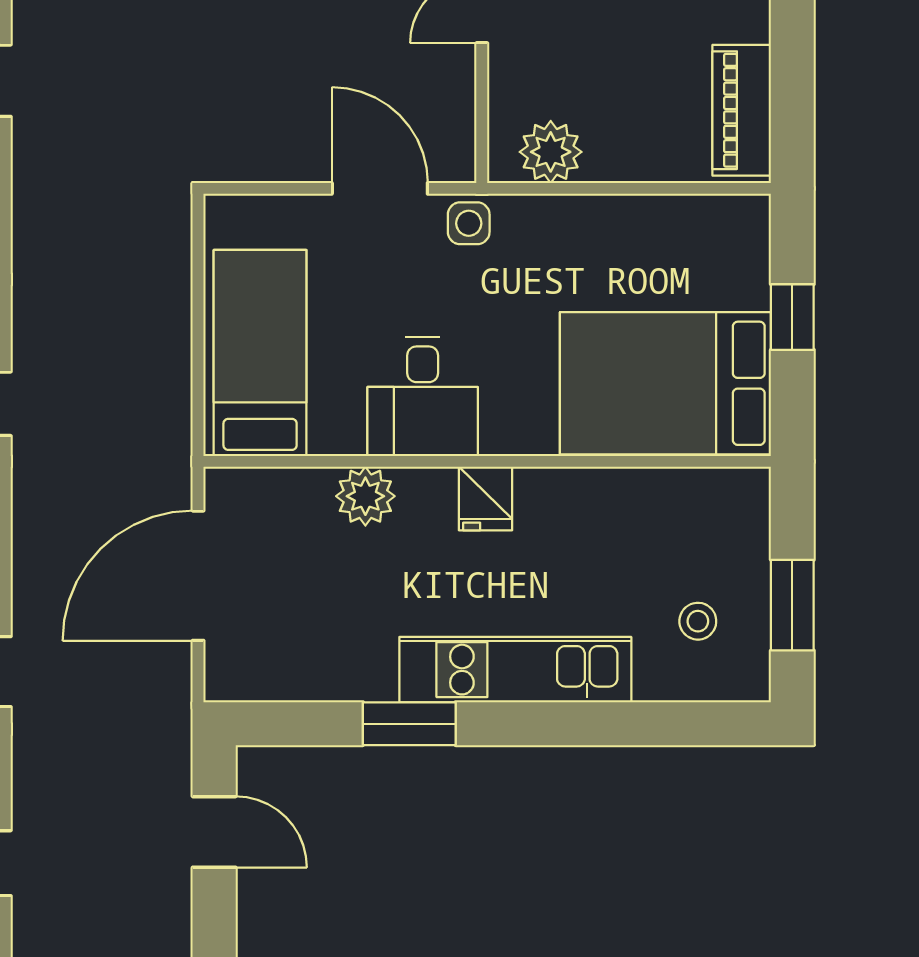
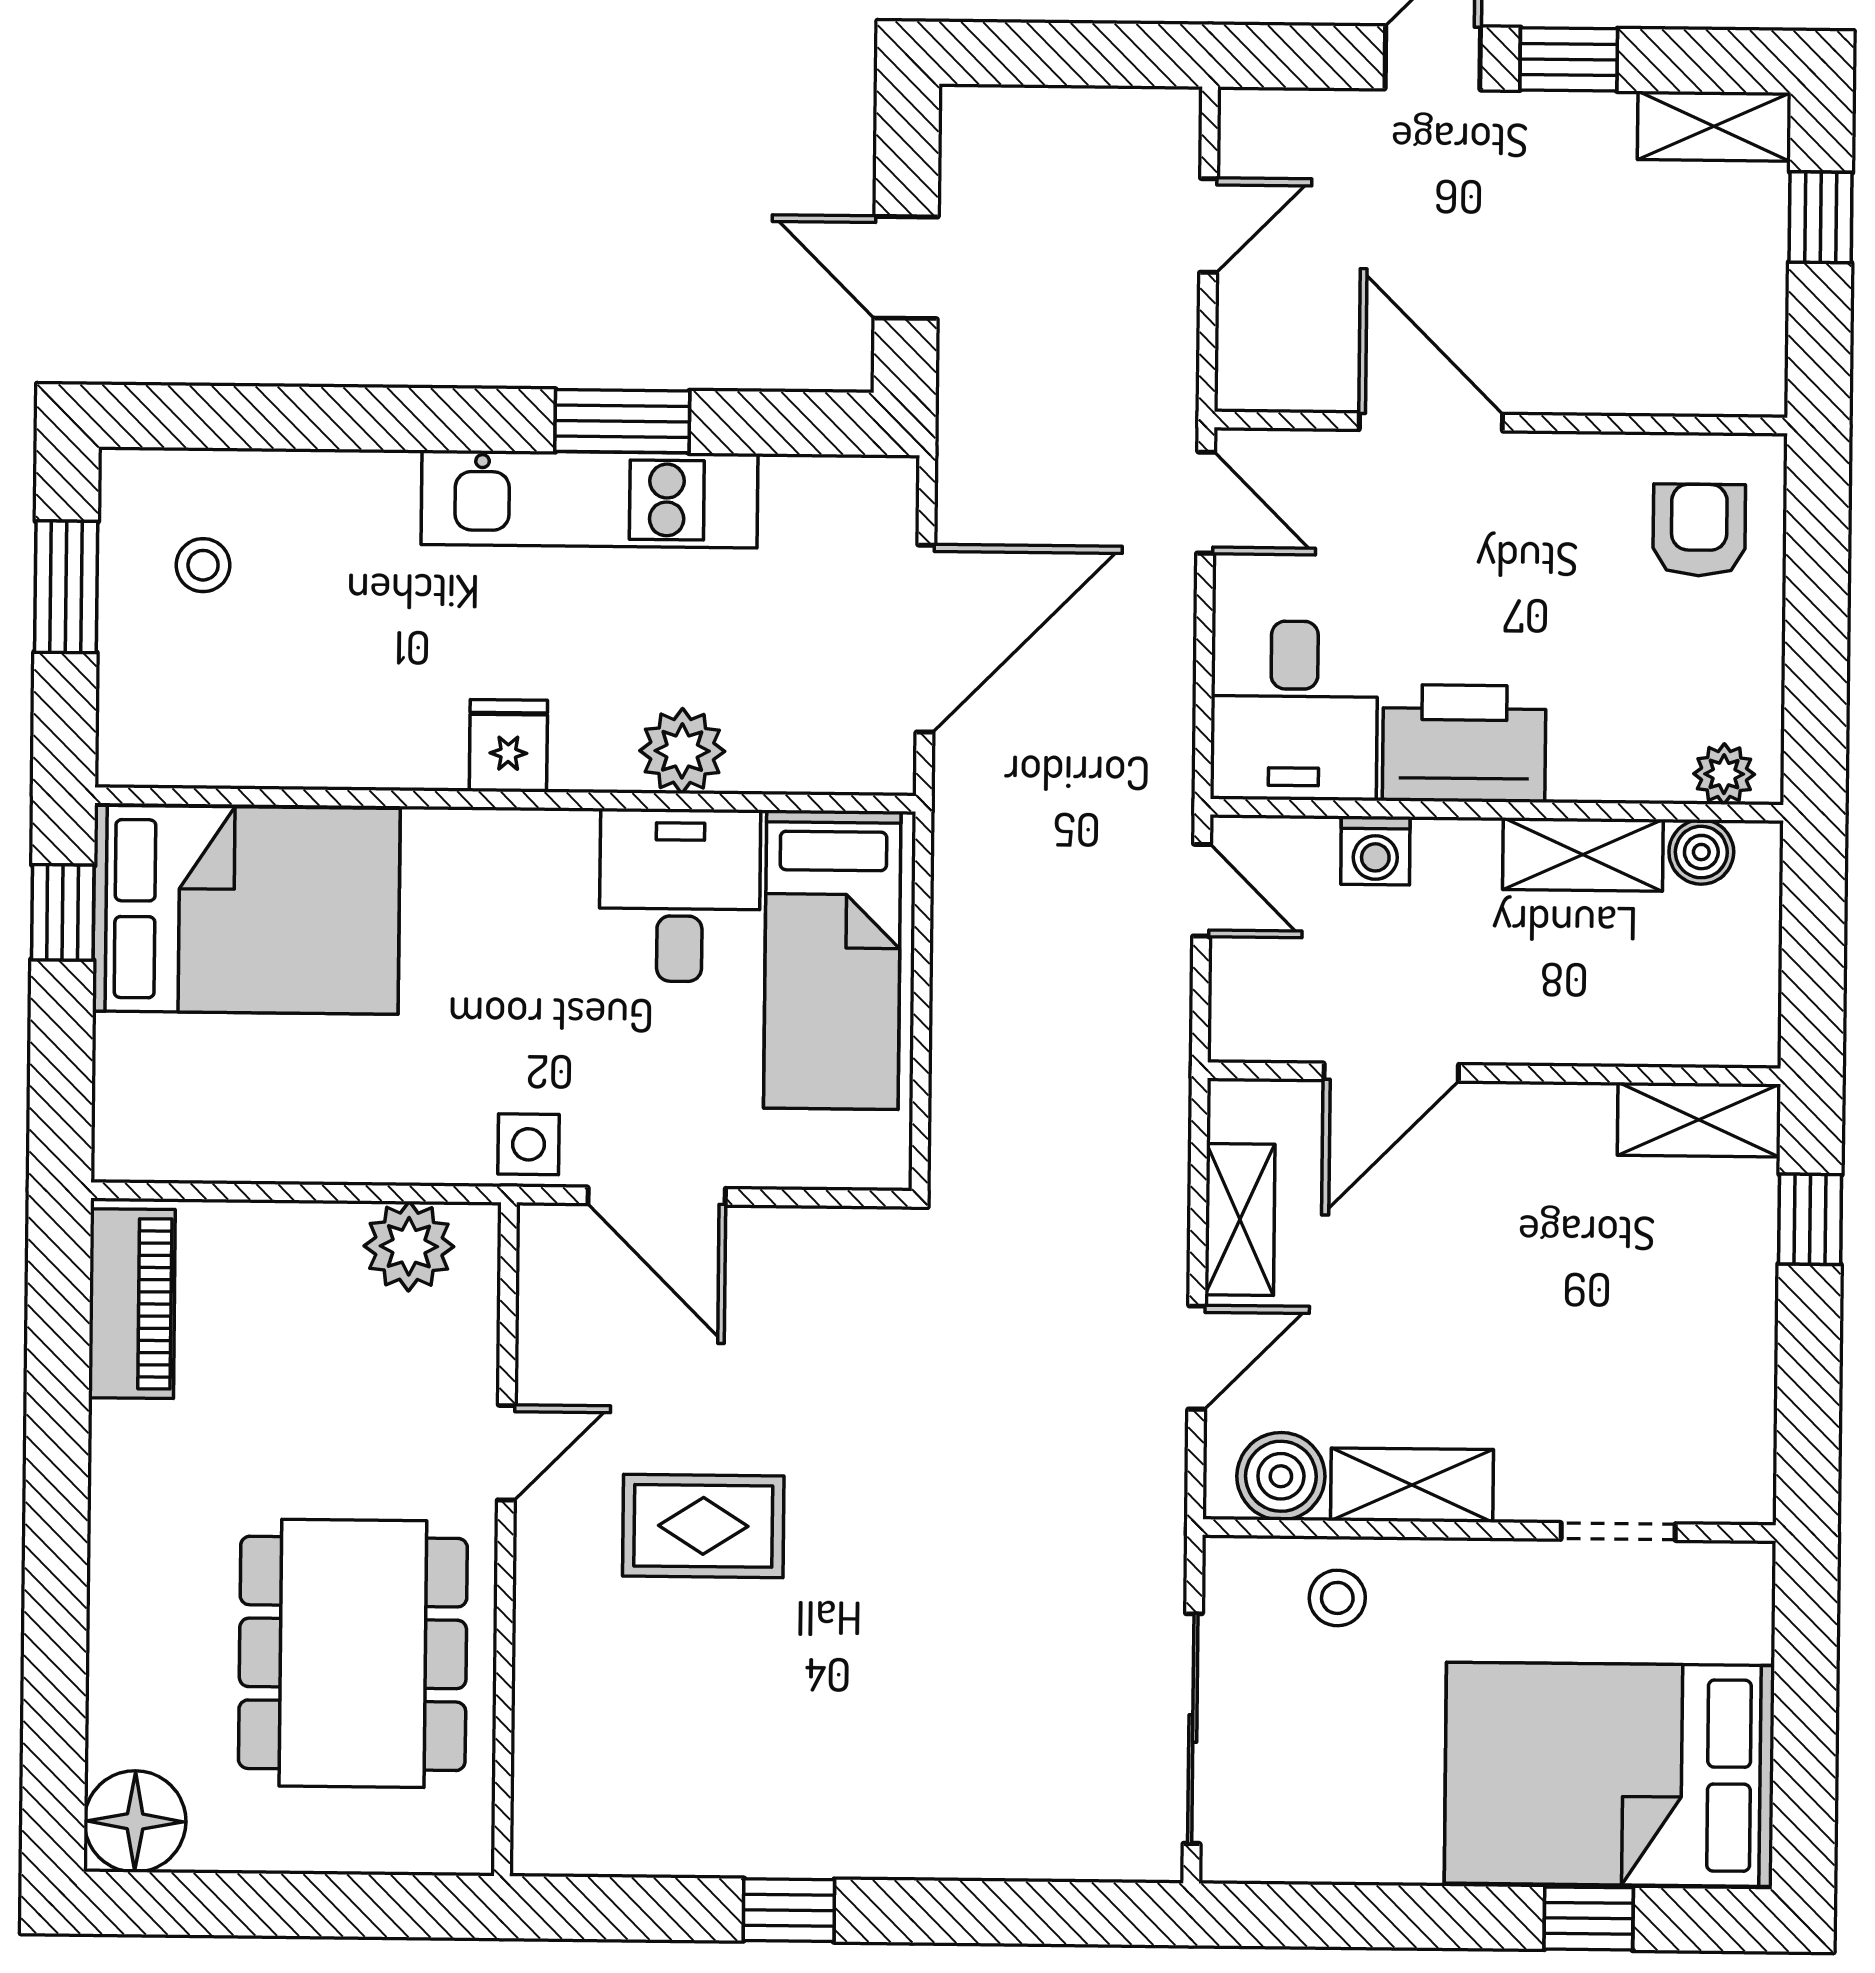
window: (792, 317) -> (63, 912), moved
desk: (423, 396) -> (680, 895), moved
kitchen unit: (515, 670) -> (590, 499), moved

